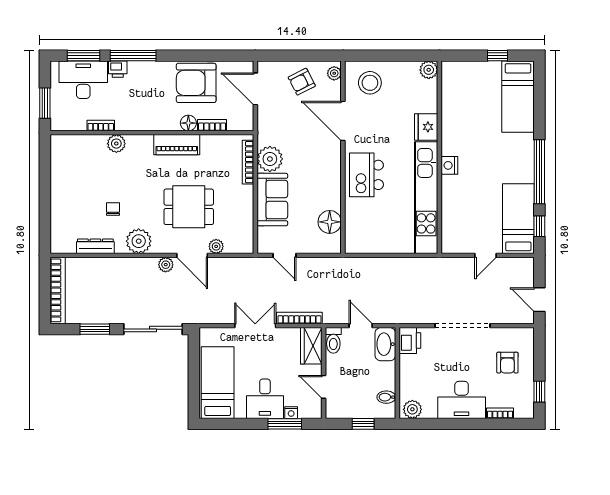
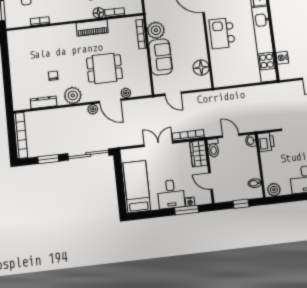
plant: (116, 144) -> (51, 32), removed
nightstand: (449, 165) -> (282, 58), moved
washbasin: (385, 344) -> (251, 141), width x0.52, depth x0.69

